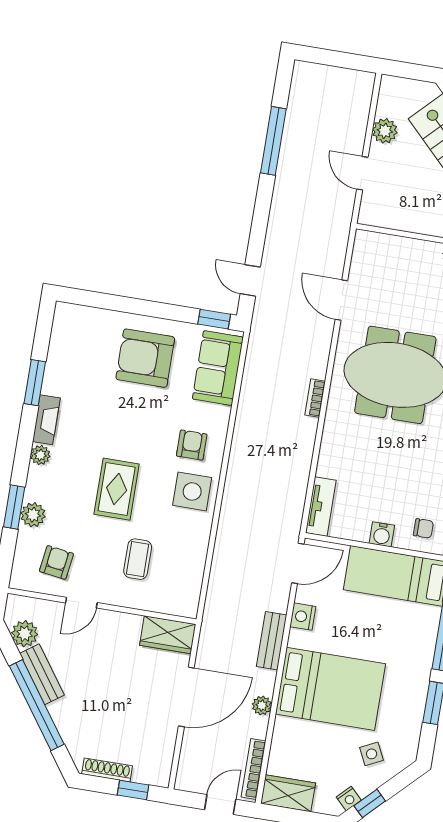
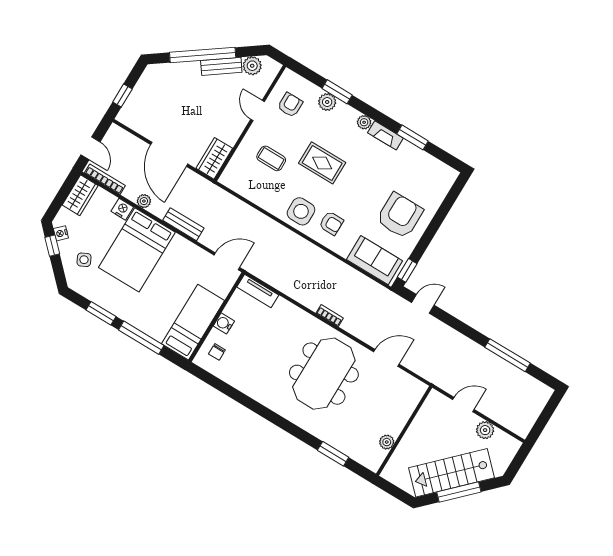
armchair: (56, 562) -> (290, 105), turned -98
door: (298, 563) -> (227, 261), swing flipped
nightstand: (303, 617) -> (122, 209), moved
shoe rack: (107, 770) -> (142, 84), removed

